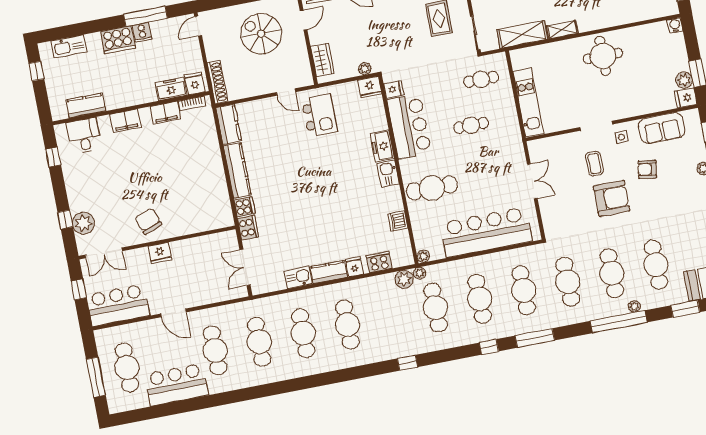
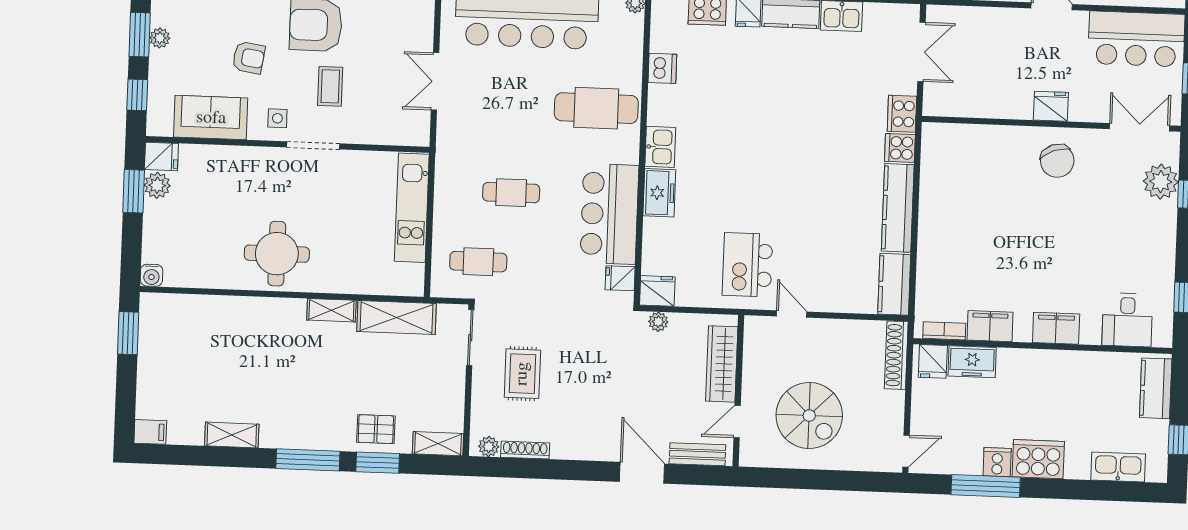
wardrobe: (322, 60) -> (722, 364), width x1.50
kitchen counter: (86, 106) -> (1156, 388), moved, turned 90

